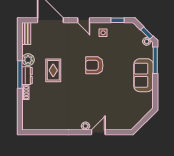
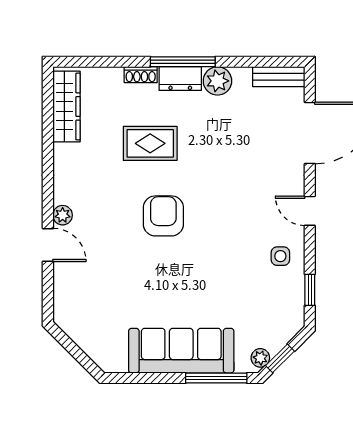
door: (84, 20) -> (310, 211), hinge flipped
armchair: (94, 65) -> (163, 216), moved
rug: (53, 70) -> (150, 143), moved
sofa: (144, 75) -> (181, 351), width x1.36
wardrobe: (39, 124) -> (67, 107), added

